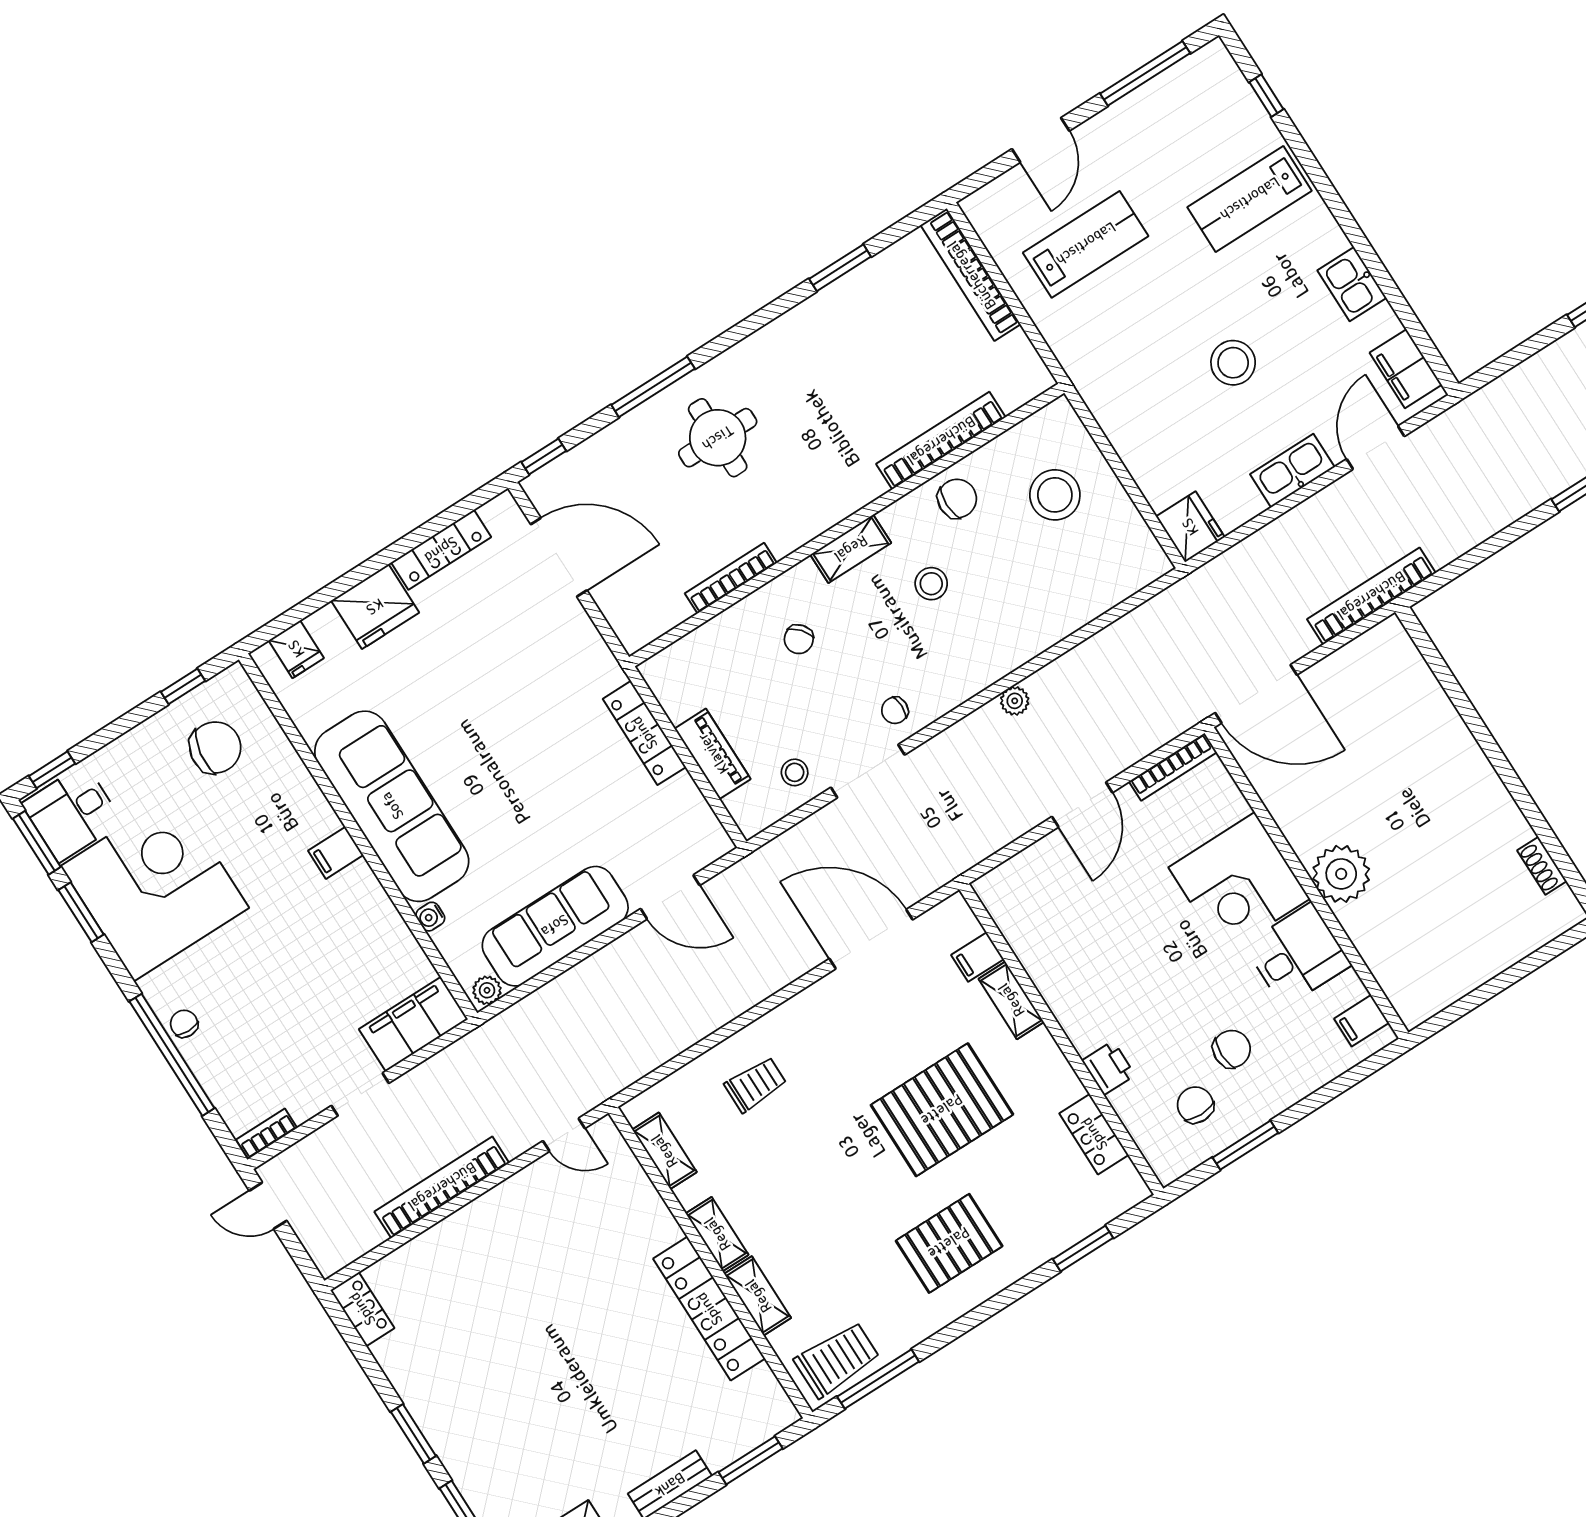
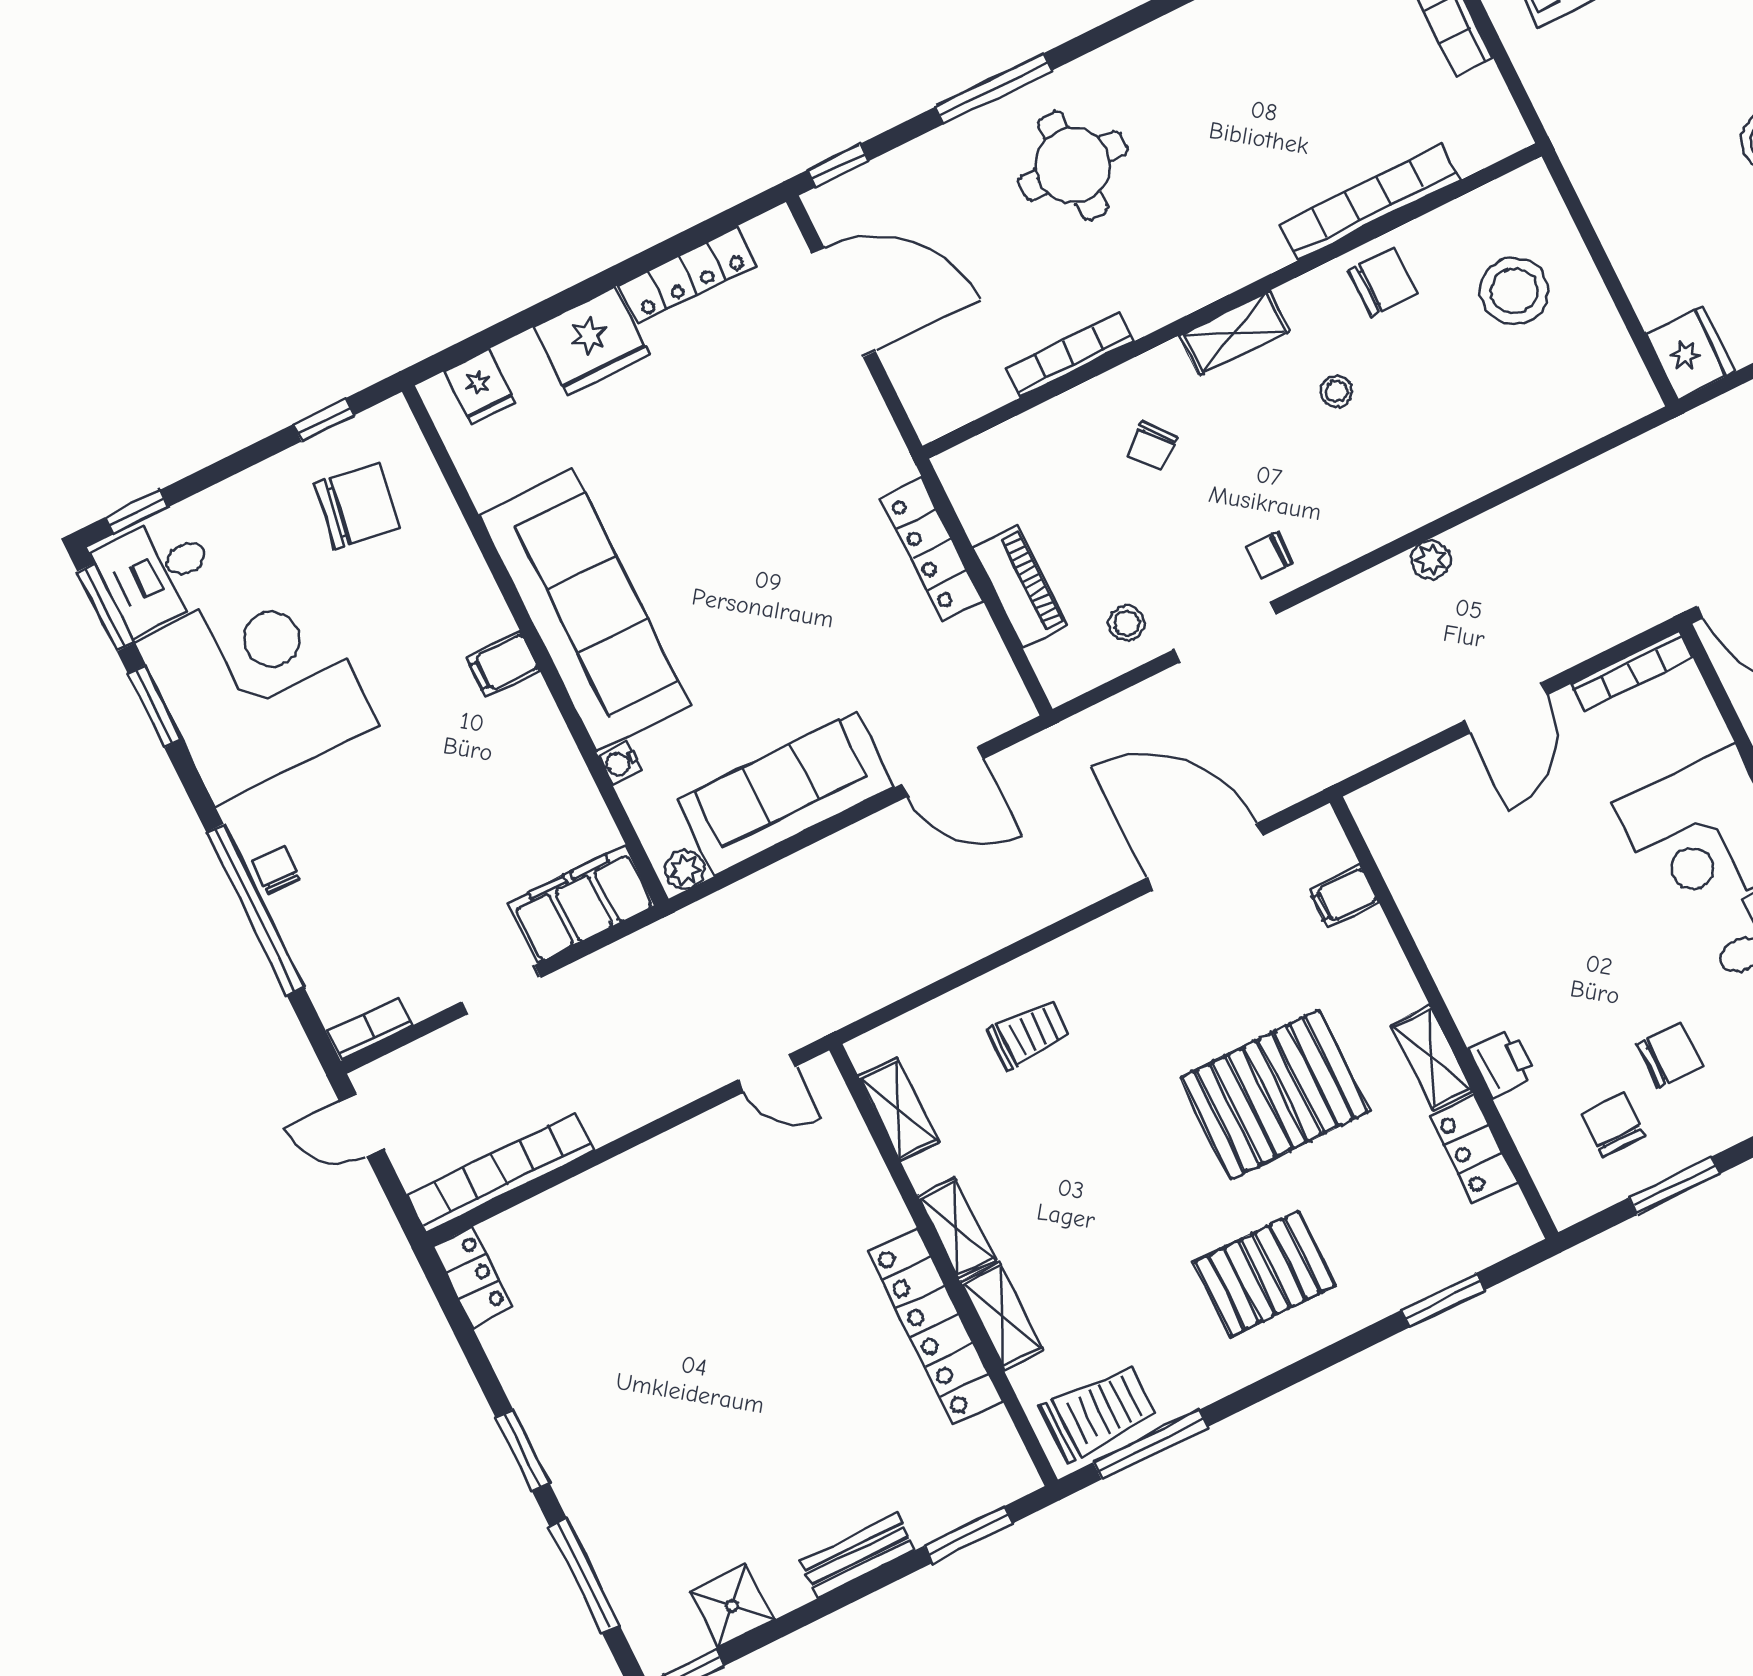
stool: (931, 584) -> (1336, 391), width x0.73, depth x0.73
shelving: (1011, 1000) -> (1432, 1058), moved
bookcase: (442, 1187) -> (501, 1173), moved

